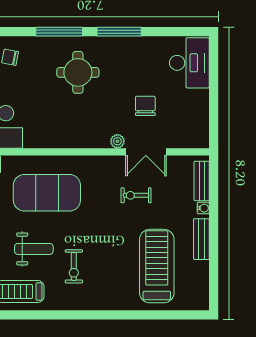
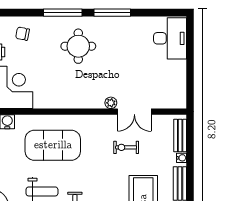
chair: (145, 106) -> (134, 74), removed

